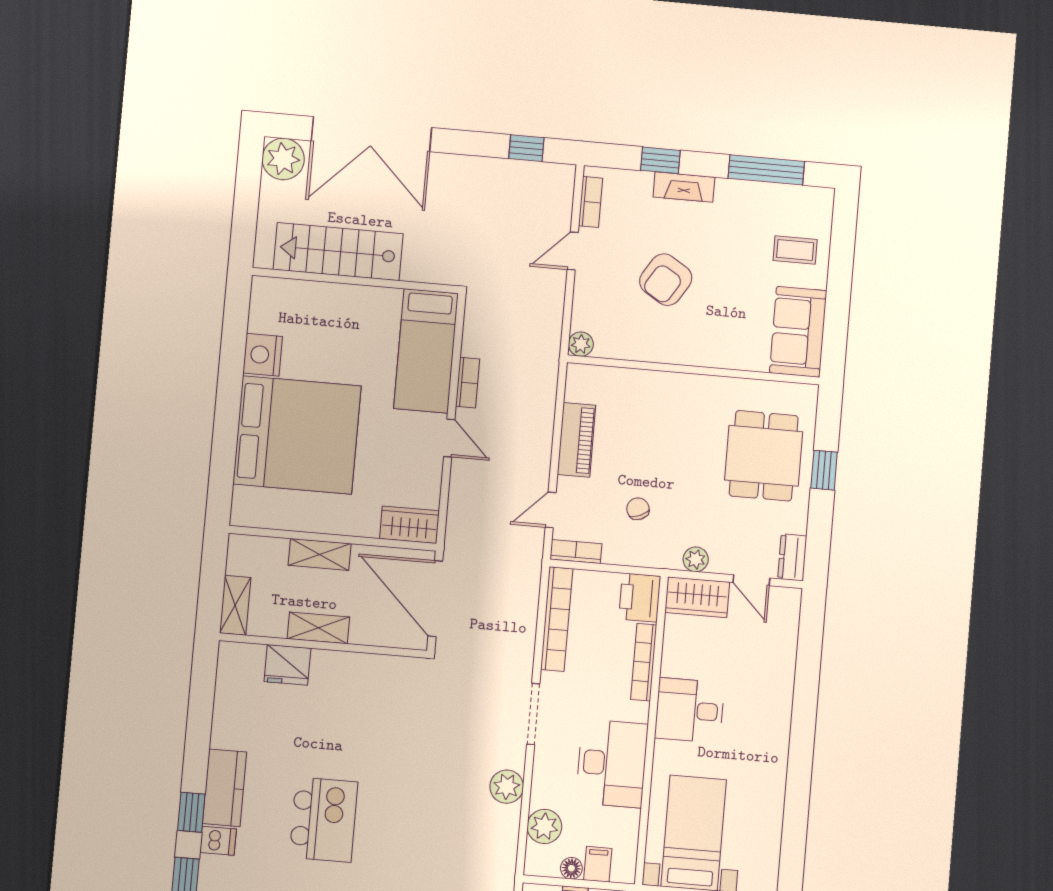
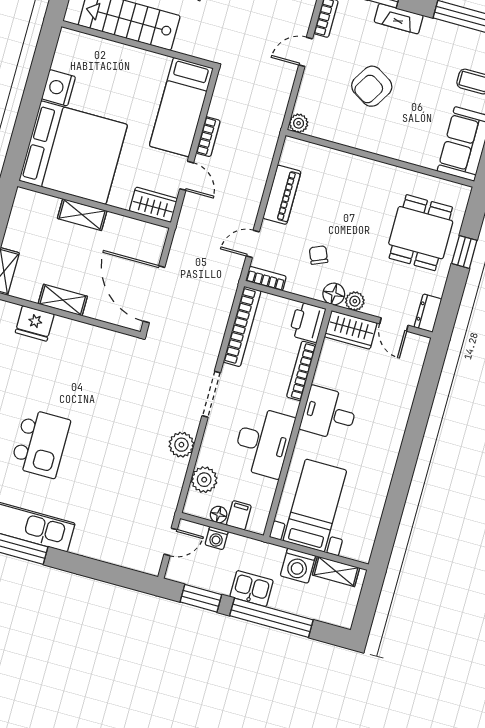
wardrobe: (409, 525) -> (153, 205), moved
wall: (333, 538) -> (94, 204), moved
shelving: (320, 554) -> (82, 215), moved
floor lamp: (667, 555) -> (334, 294), added

